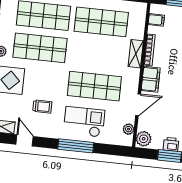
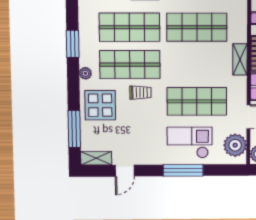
trolley: (42, 106) -> (140, 93), moved
plant: (128, 129) -> (235, 145), width x1.87, depth x1.87
door: (25, 140) -> (125, 171), swing flipped

